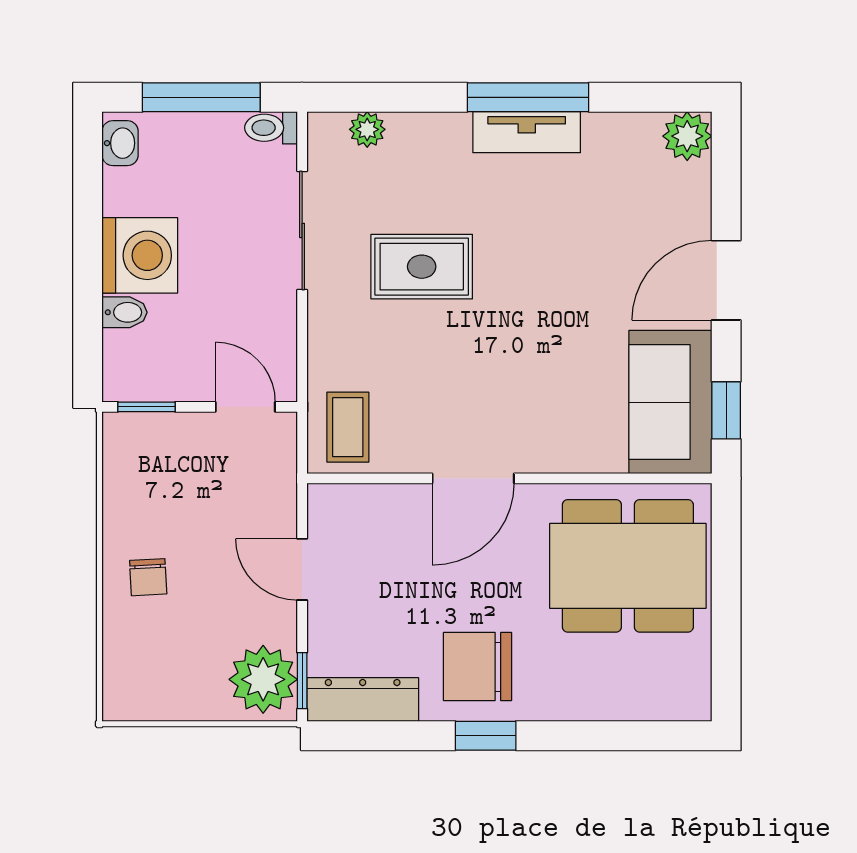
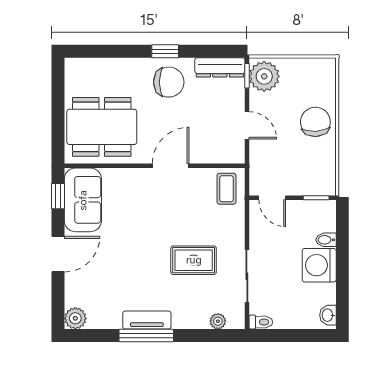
window: (201, 97) -> (292, 336), removed
chair: (148, 577) -> (315, 122), width x1.87, depth x1.87

